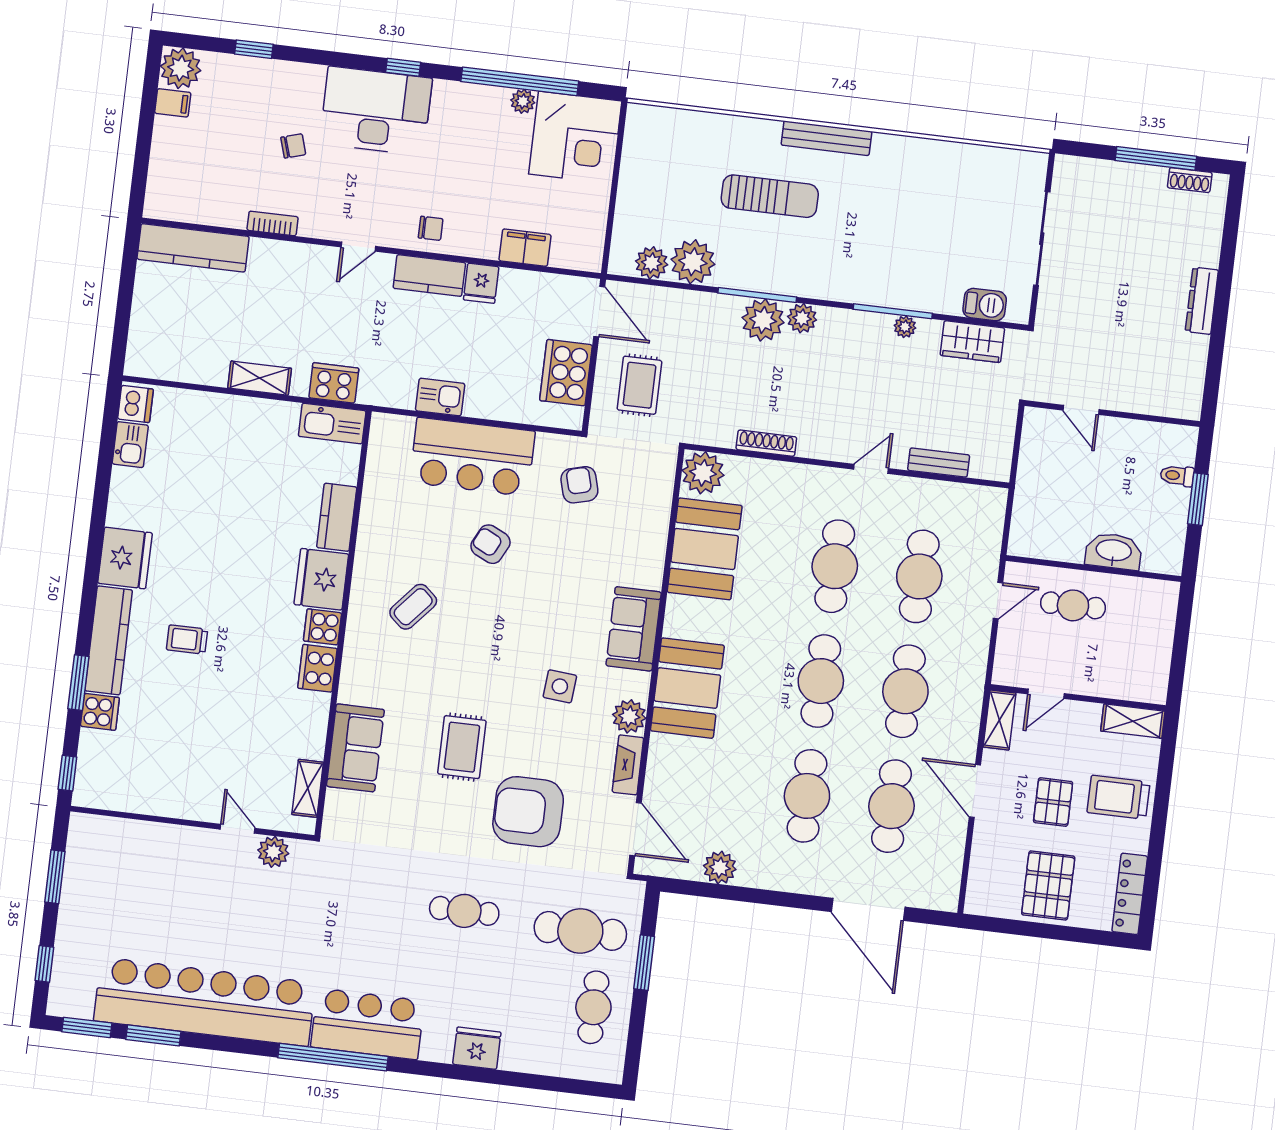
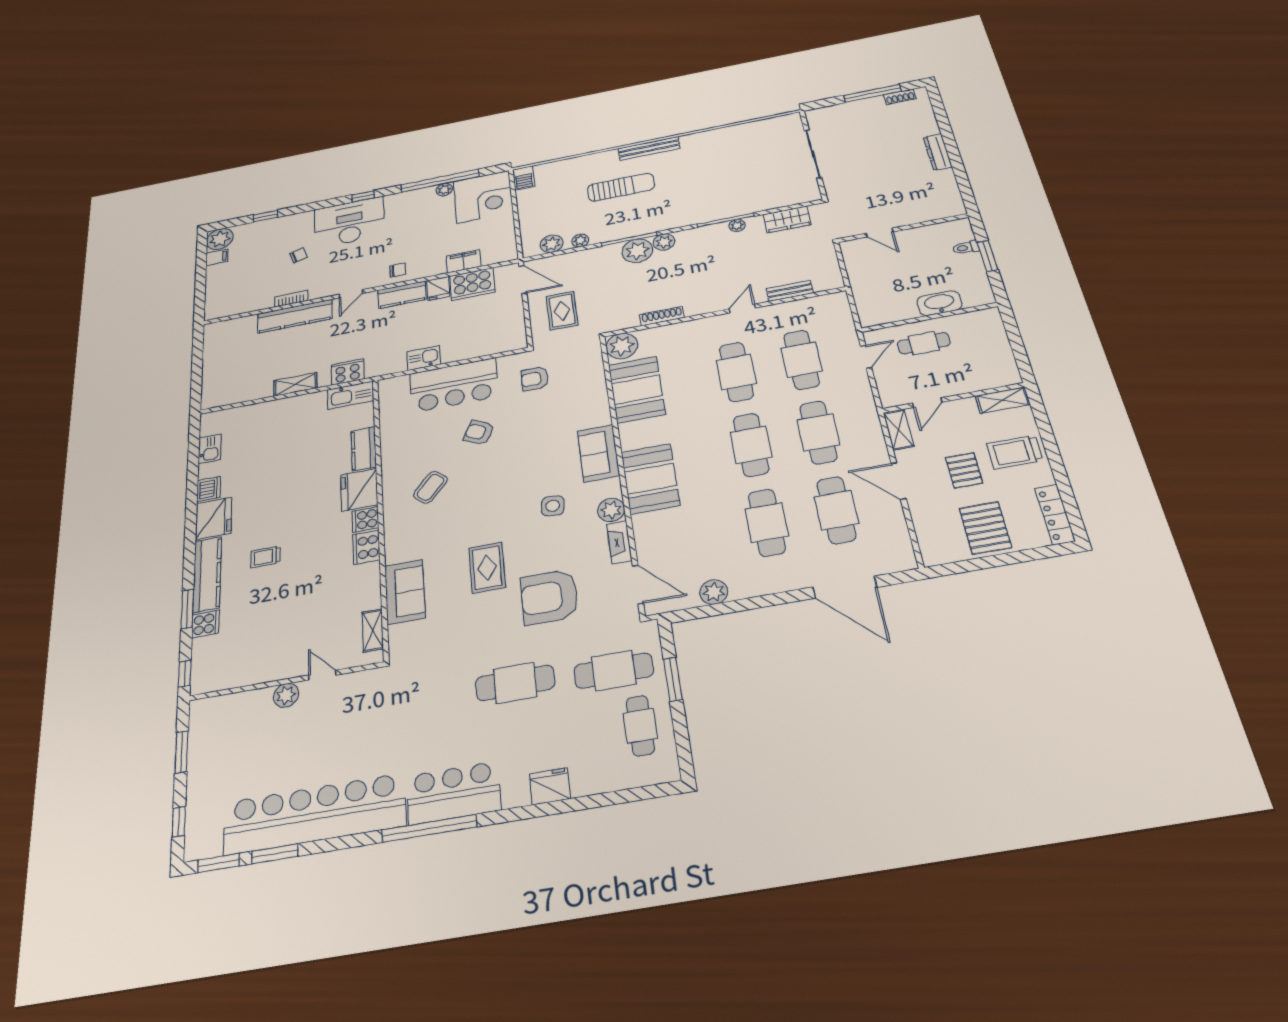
kitchen counter: (193, 248) -> (295, 316), moved
plant: (693, 262) -> (580, 241), width x0.53, depth x0.53
barbecue: (985, 305) -> (524, 178), moved, turned 90
cooker: (566, 373) -> (472, 284), moved, turned -90
dishwasher: (135, 404) -> (209, 489), moved
armchair: (579, 485) -> (535, 379), turned -75
plant: (273, 852) -> (286, 695), moved
cafe table: (464, 911) -> (515, 683), width x1.37, depth x1.35

